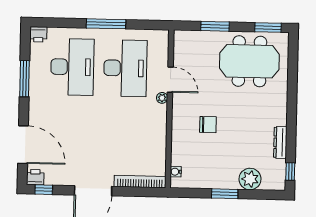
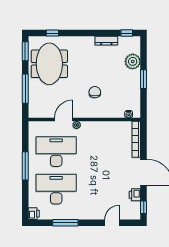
window: (215, 26) -> (25, 89), width x1.44
window: (293, 66) -> (52, 33), added
door: (23, 145) -> (112, 223), width x0.53
printer: (35, 177) -> (135, 195), moved

